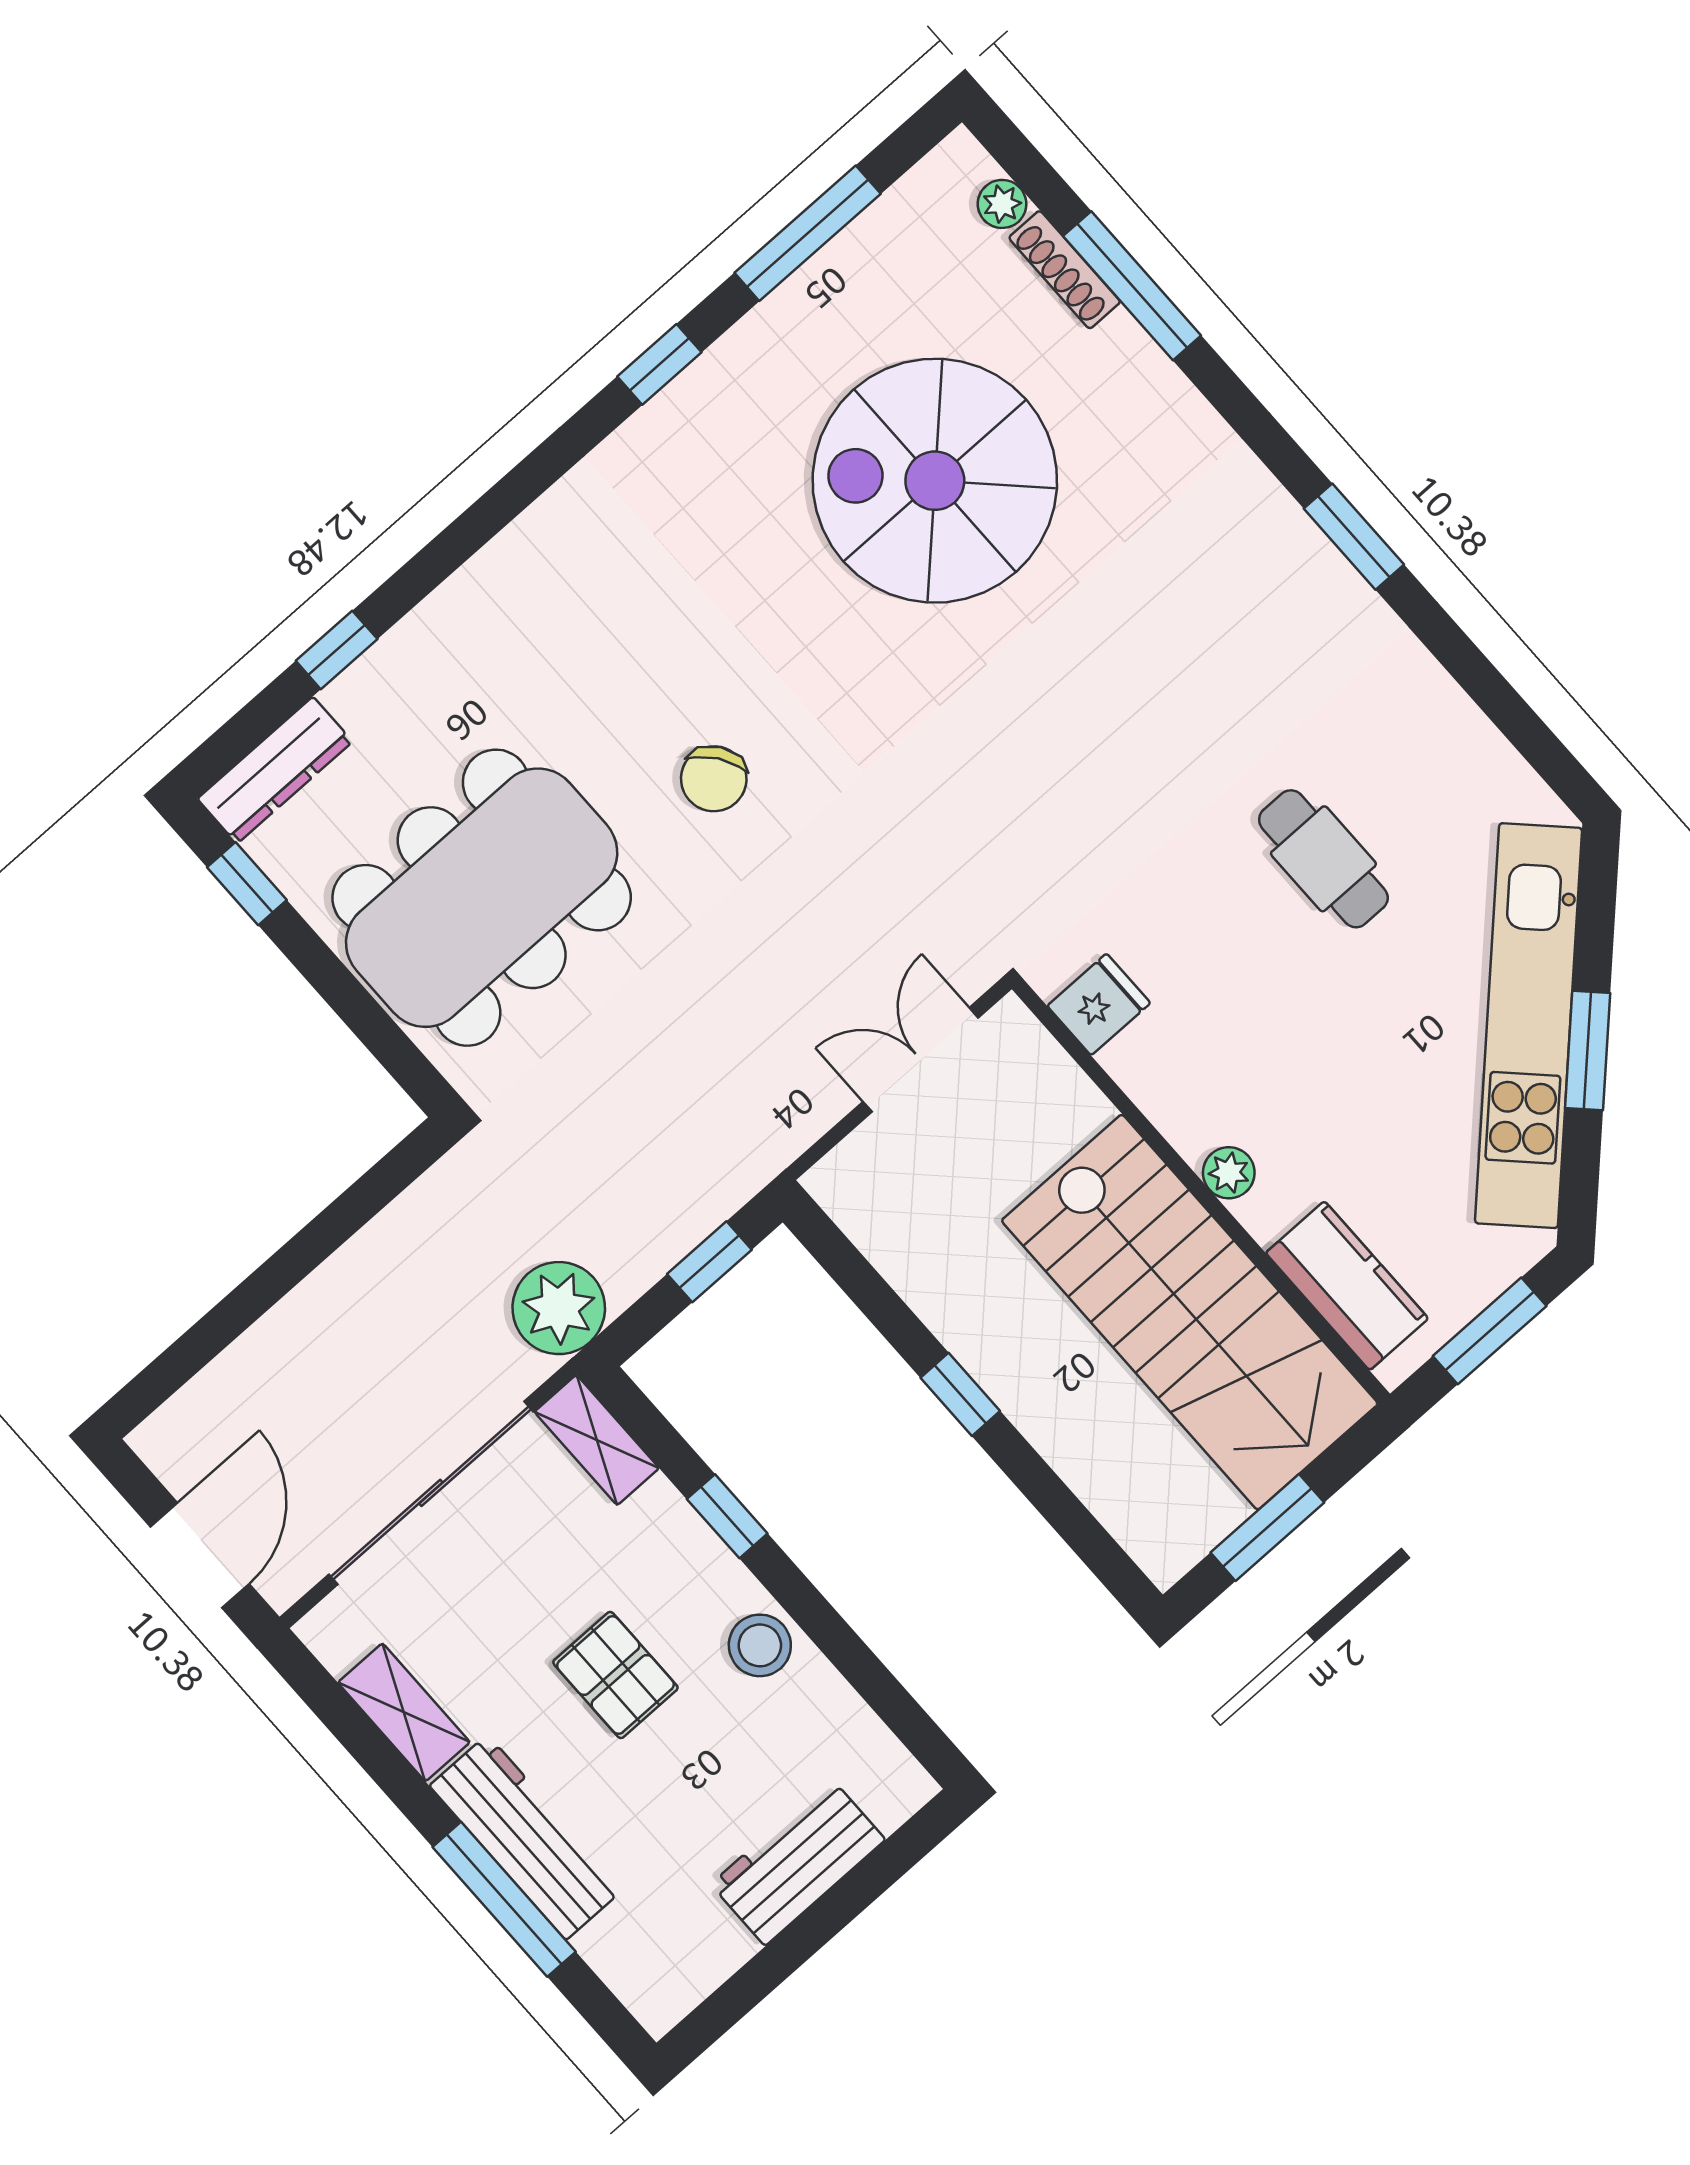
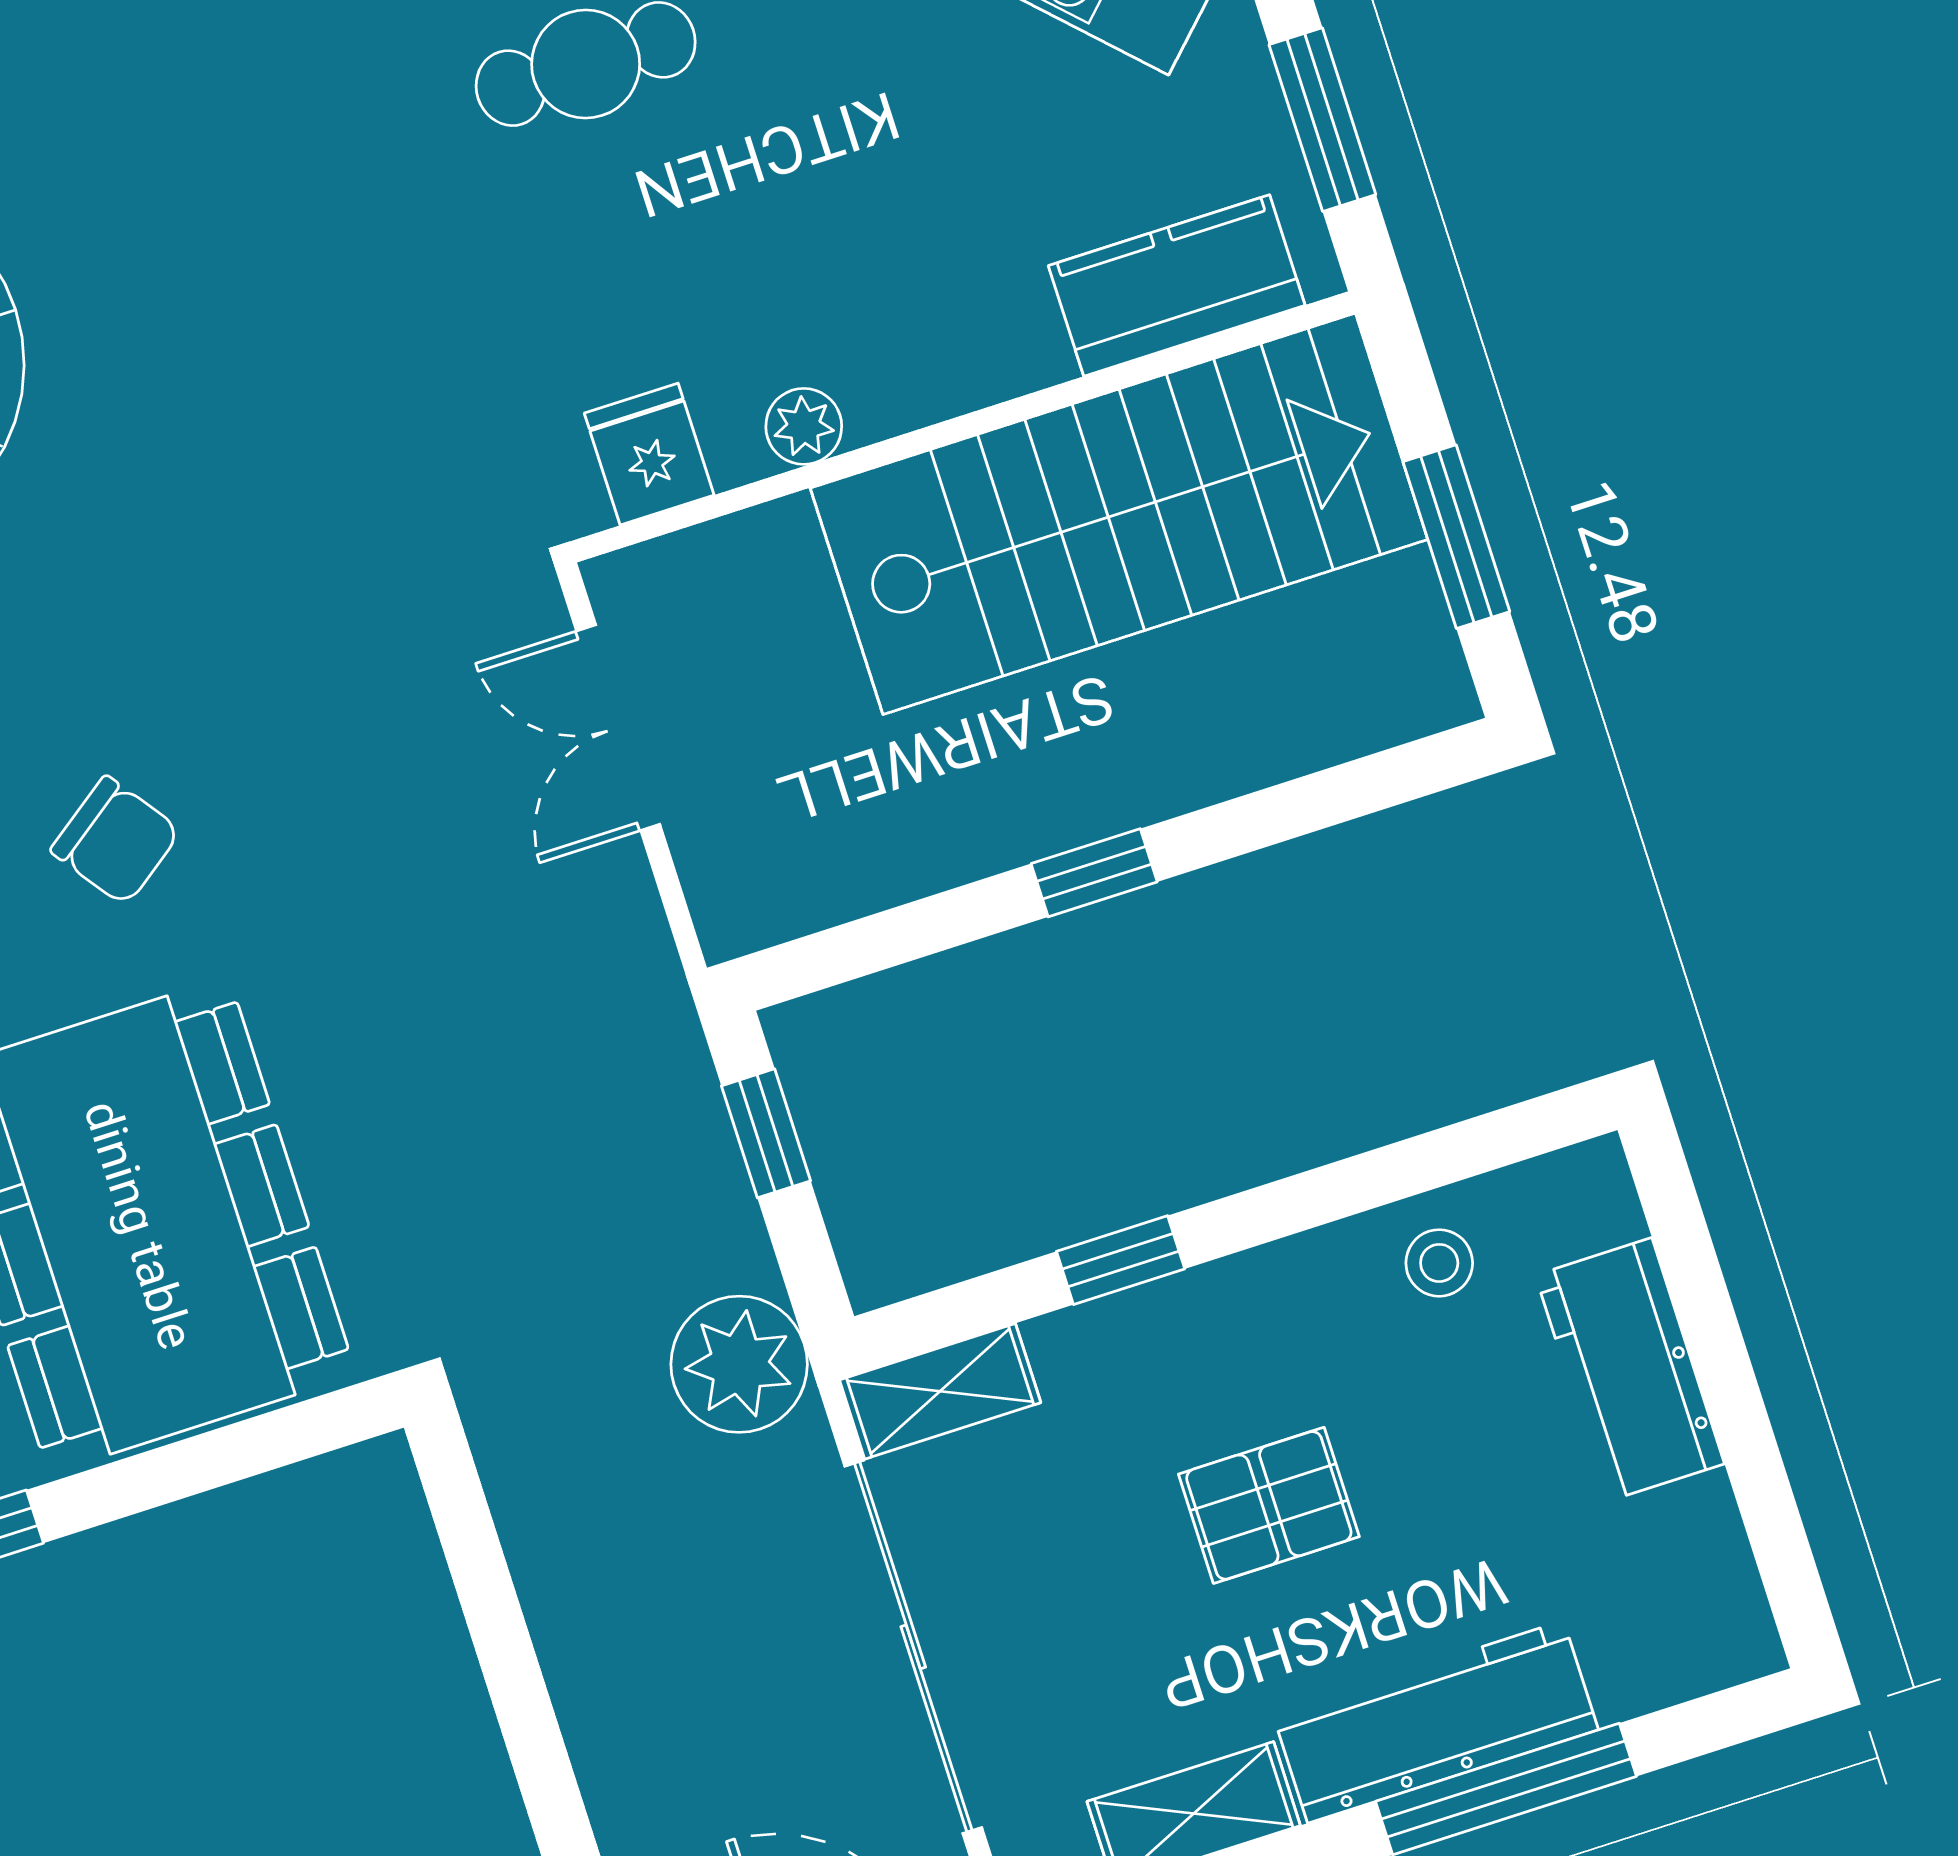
plant: (1229, 1173) -> (804, 426), moved
stool: (760, 1645) -> (1439, 1263), moved, width x0.73, depth x0.73

